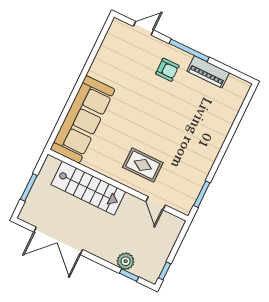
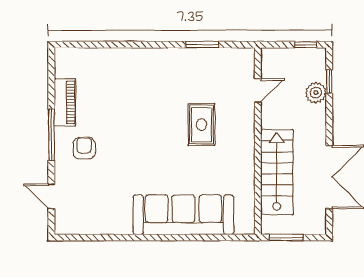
wall: (118, 185) -> (258, 141), moved
stairs: (88, 188) -> (277, 172), moved
door: (156, 203) -> (258, 90), moved

